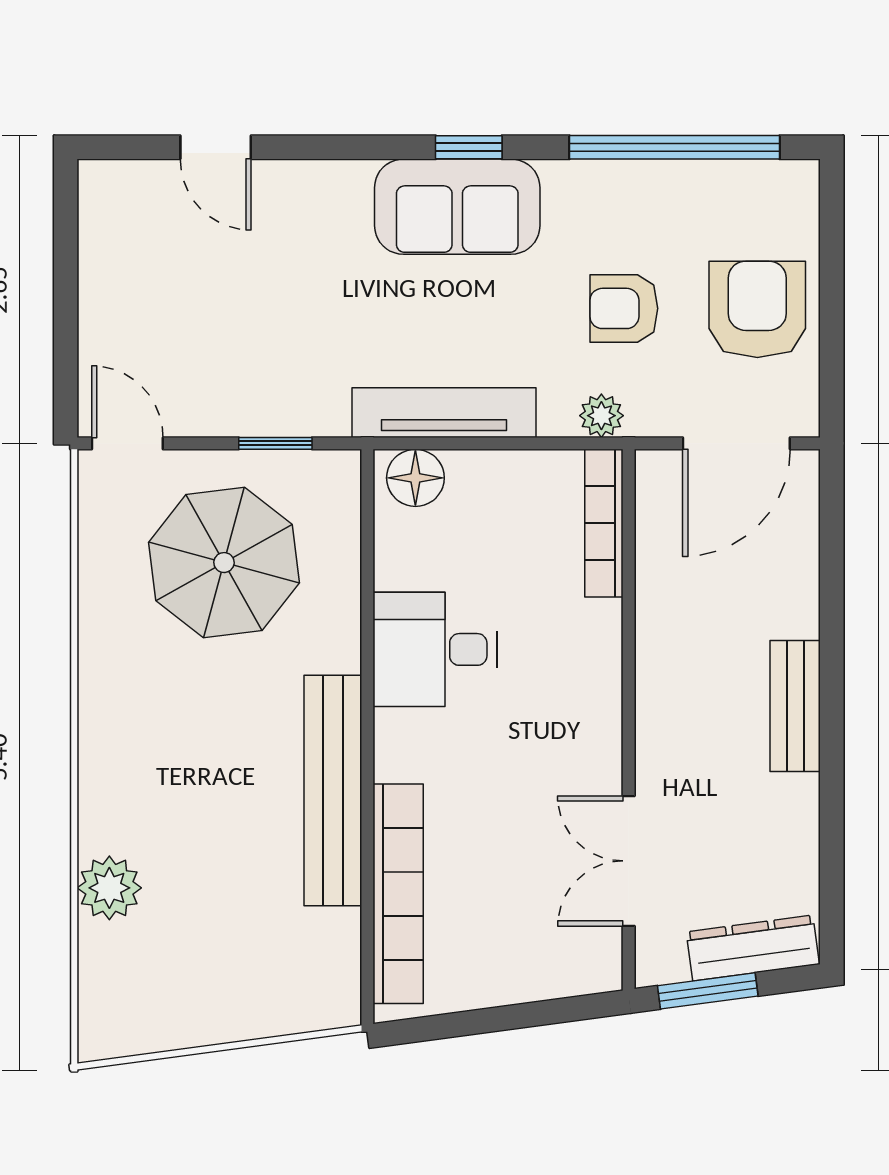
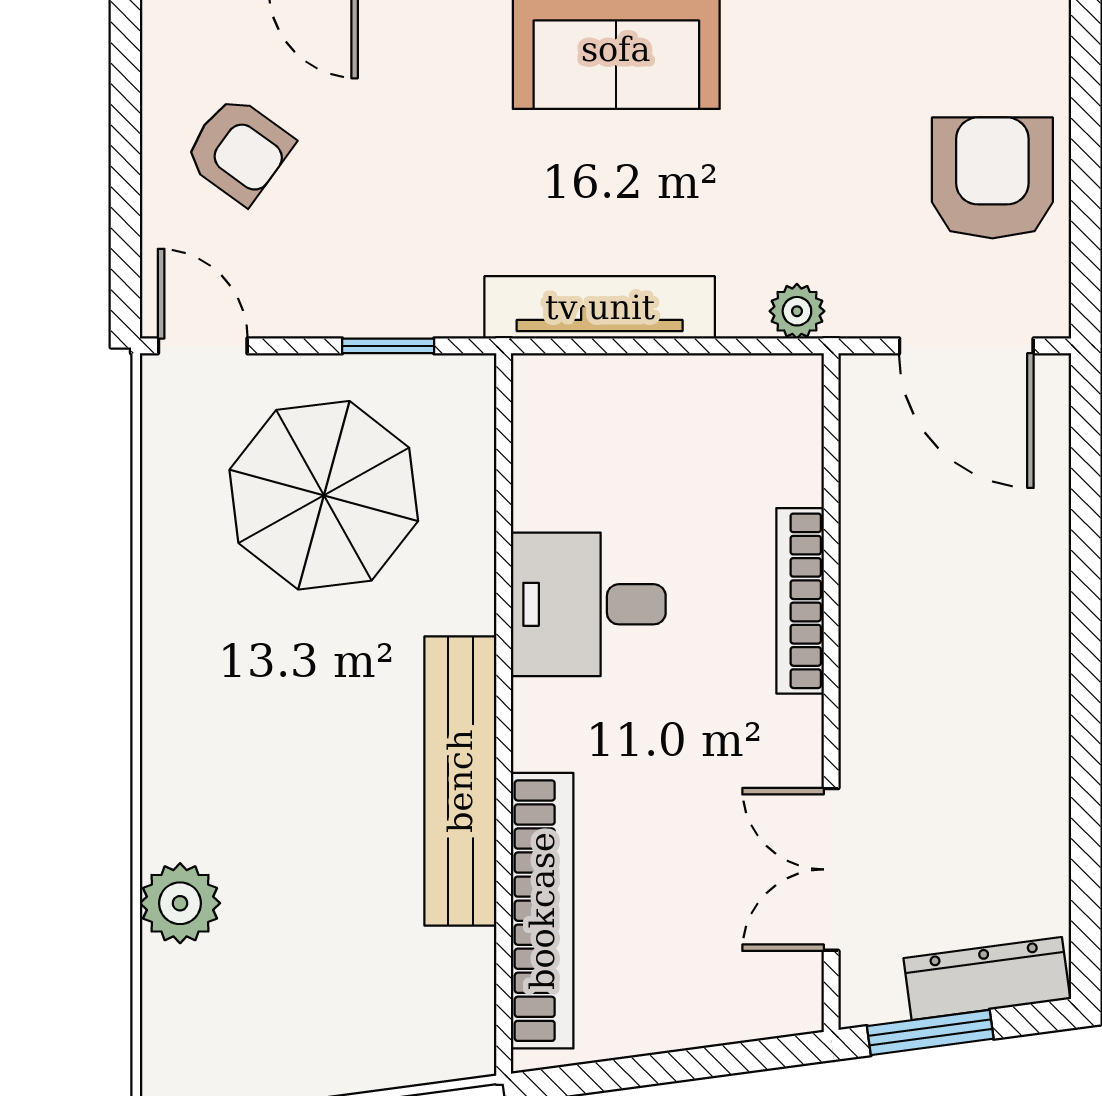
armchair: (624, 308) -> (239, 150), moved, turned -144
door: (736, 443) -> (966, 346), hinge flipped
floor lamp: (415, 478) -> (564, 389), removed
bookcase: (604, 523) -> (800, 601), moved
bench: (795, 706) -> (1040, 675), removed

